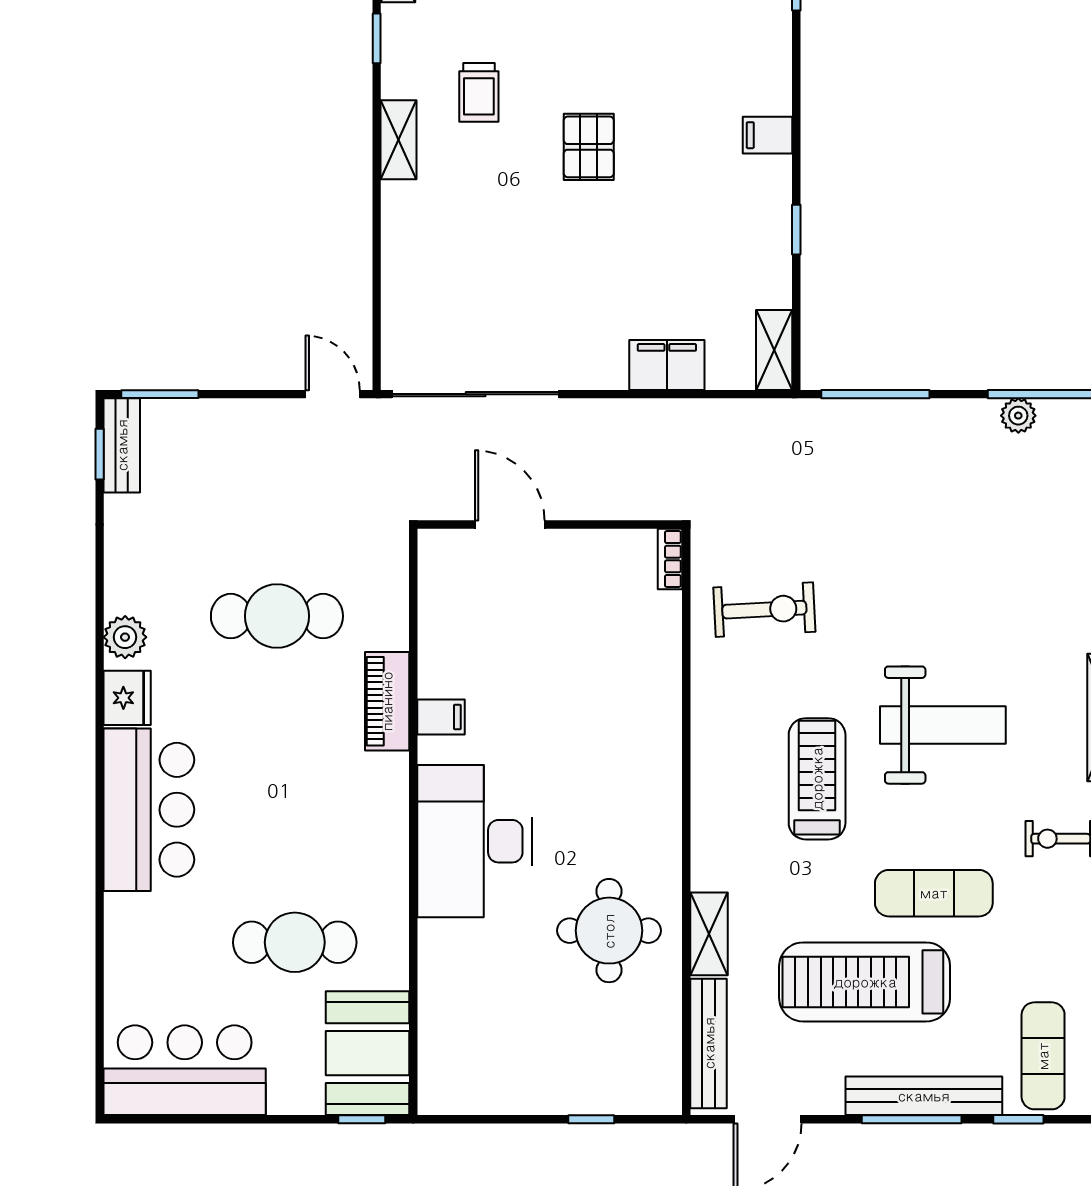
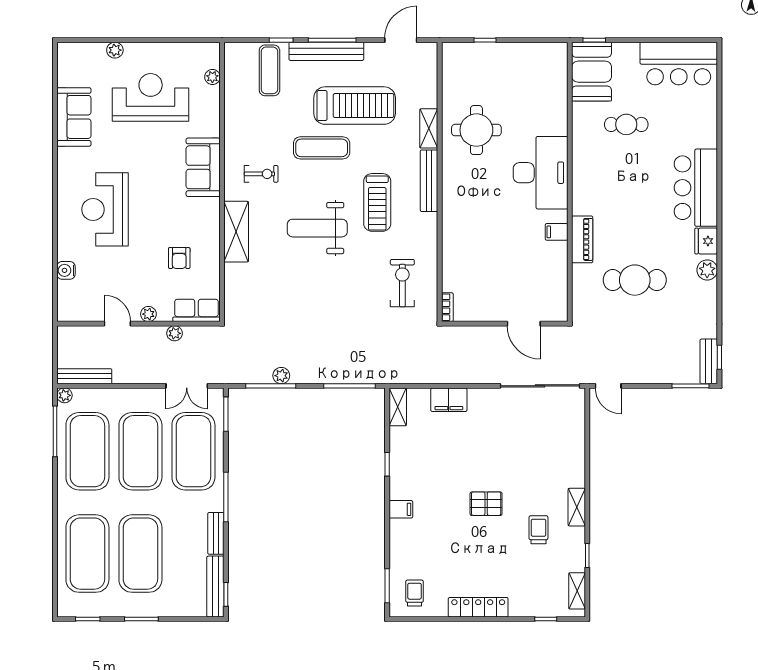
pallet: (589, 147) -> (486, 504), turned 90
exercise bike: (764, 610) -> (402, 283), turned 93
cafe table: (295, 942) -> (626, 124), width x0.73, depth x0.74
bench: (709, 1043) -> (429, 181), moved

